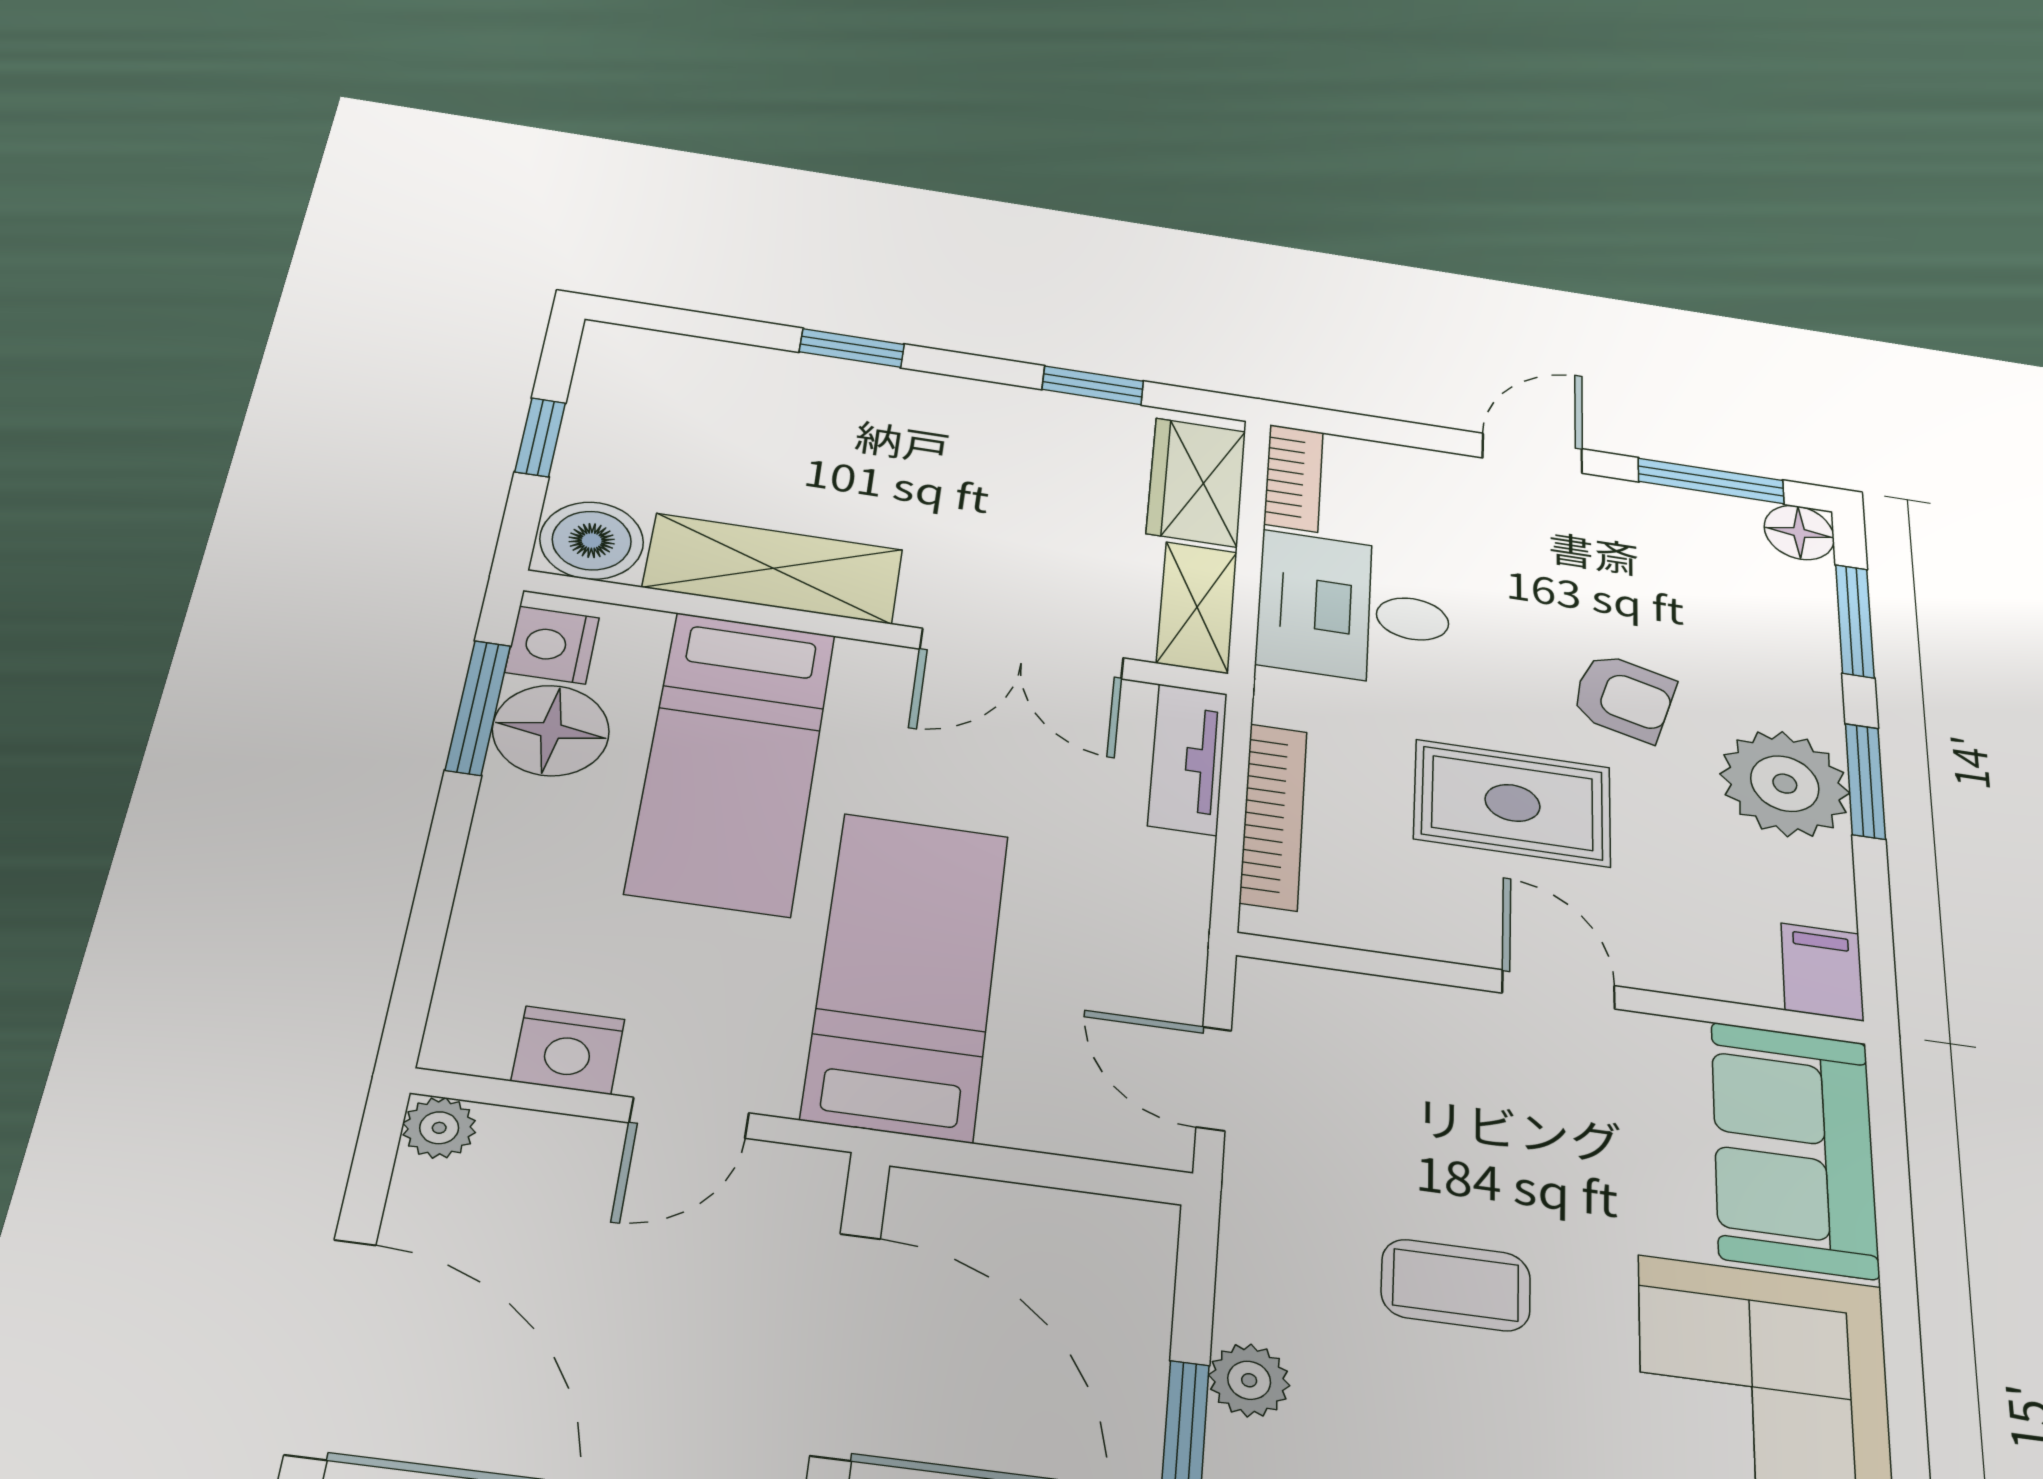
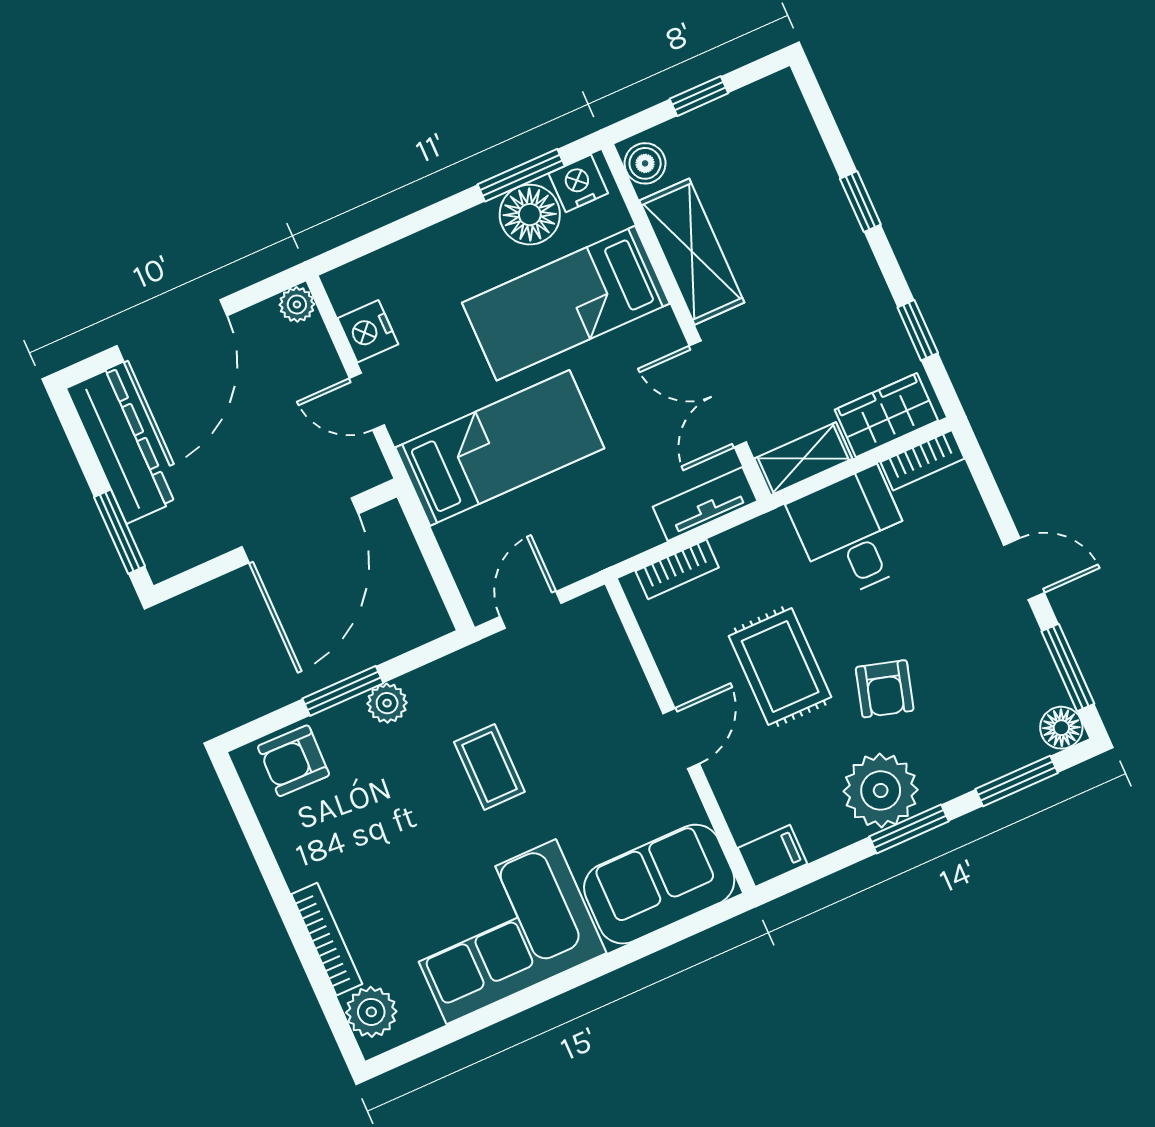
boiler: (592, 541) -> (645, 163), width x0.73, depth x0.73
bookcase: (1273, 816) -> (677, 569), width x0.64

